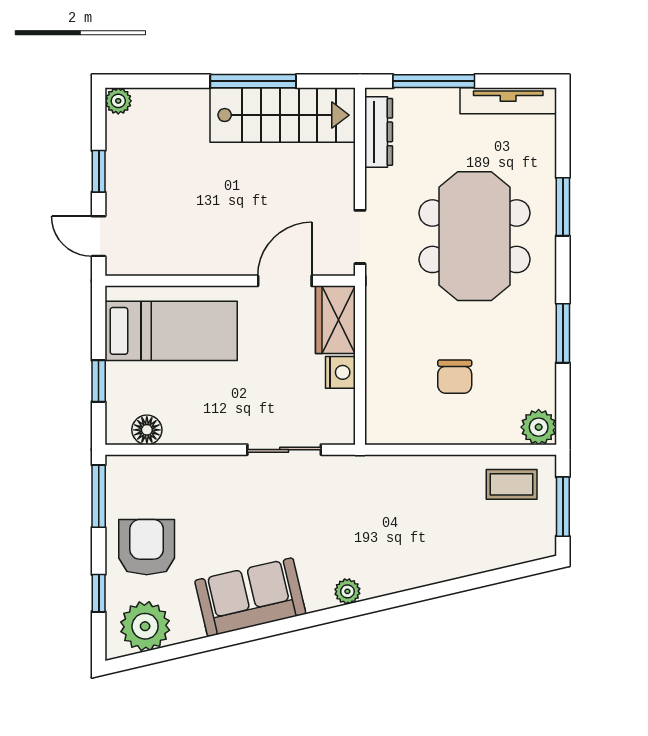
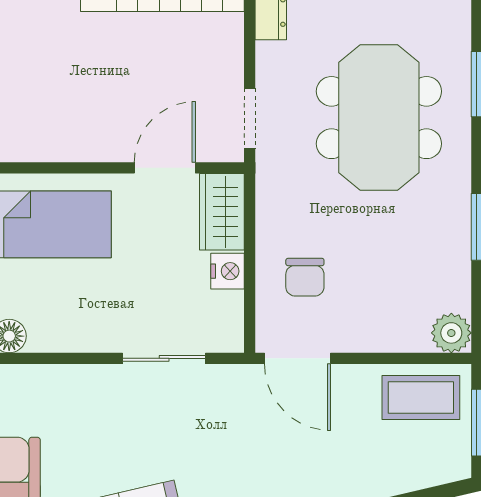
chair: (455, 377) -> (305, 277), moved
door: (402, 450) -> (298, 358), added
coffee table: (512, 484) -> (421, 398), width x1.36, depth x1.30

